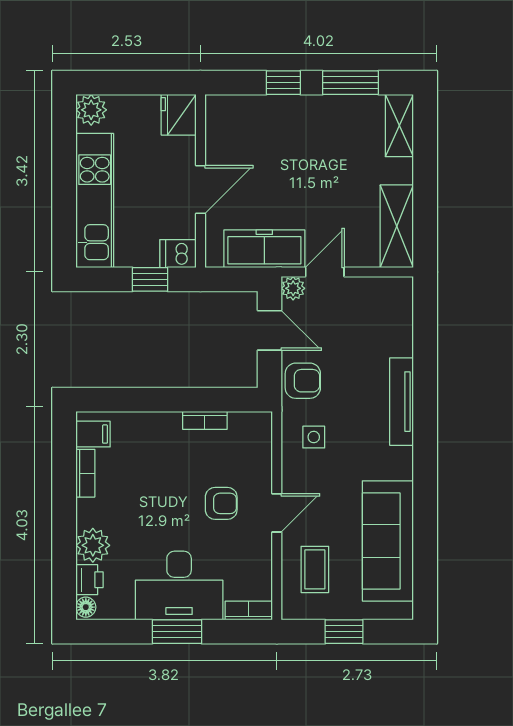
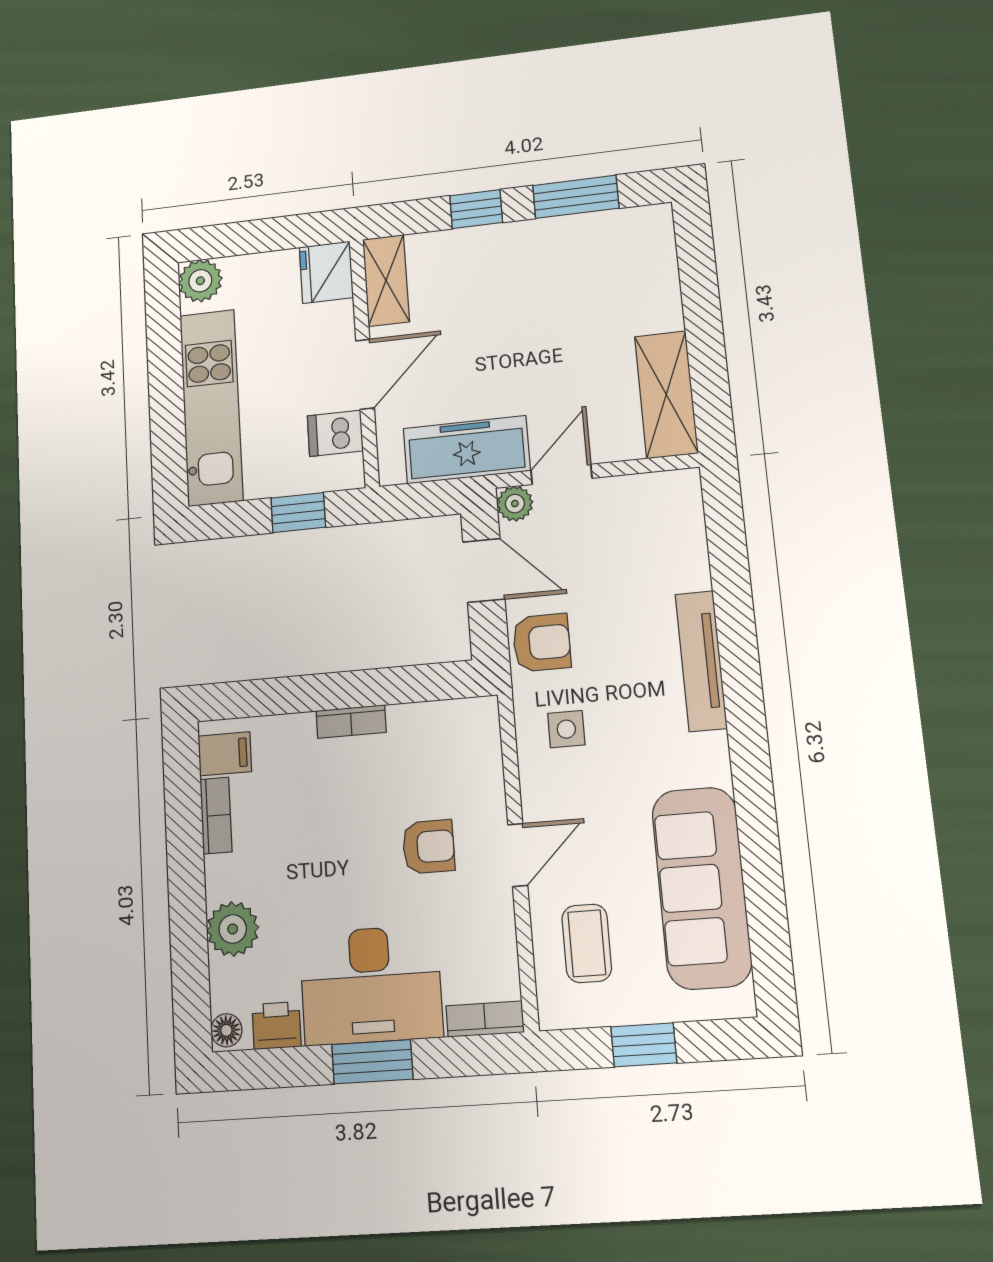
shelving: (399, 126) -> (386, 280), moved
dishwasher: (178, 254) -> (335, 433), moved
bookcase: (205, 420) -> (351, 722), moved
printer: (89, 580) -> (277, 1026), moved, turned -90

